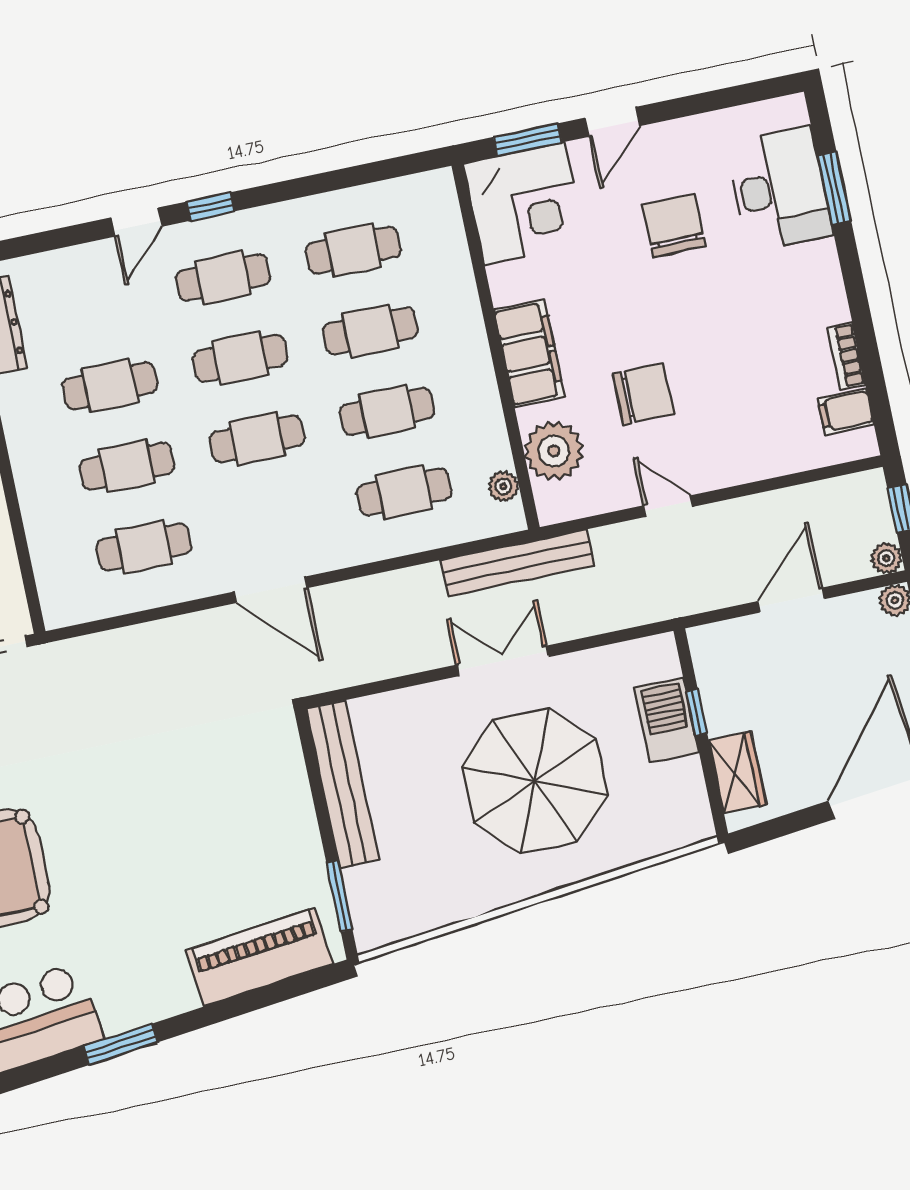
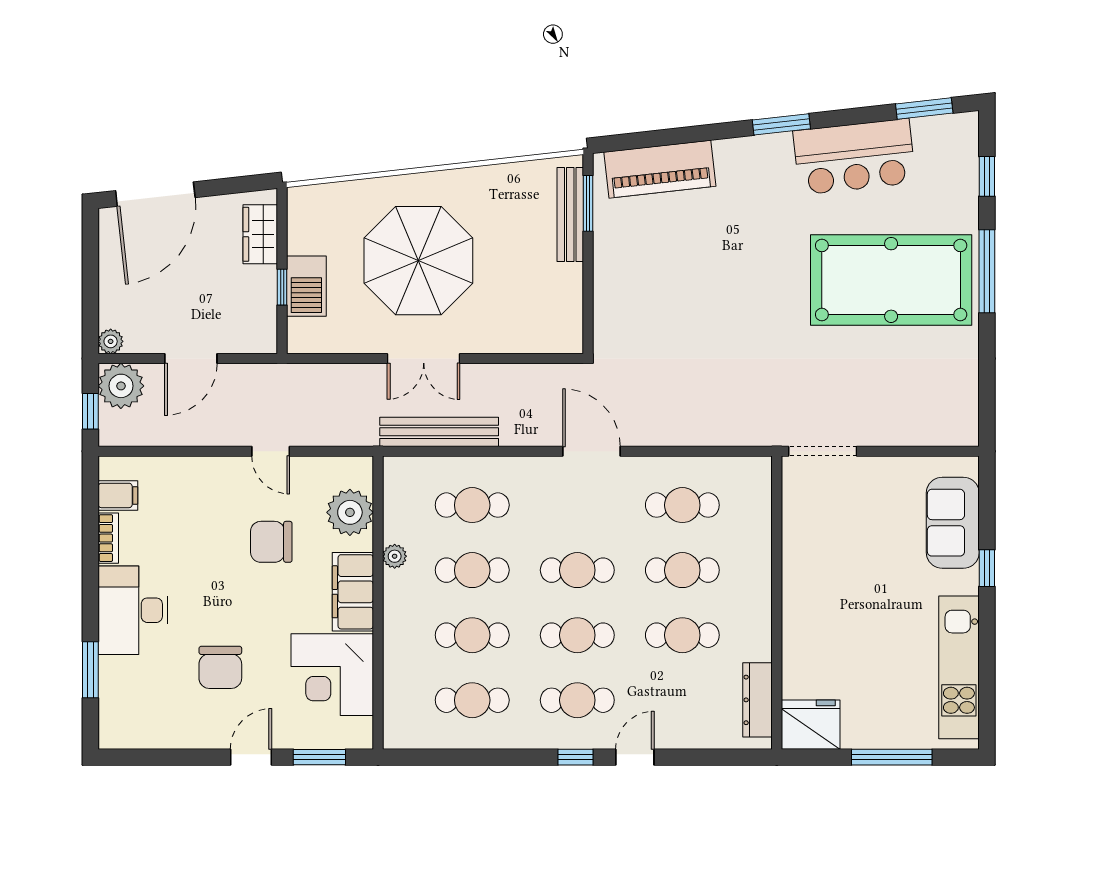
desk: (779, 189) -> (133, 610), moved
corner desk: (524, 203) -> (332, 675), moved, turned -90
plant: (503, 486) -> (395, 556), moved
plant: (886, 558) -> (121, 386), width x1.88, depth x1.88
bench: (518, 563) -> (439, 432), moved
bench: (342, 784) -> (570, 215), moved, width x0.73, depth x0.82

